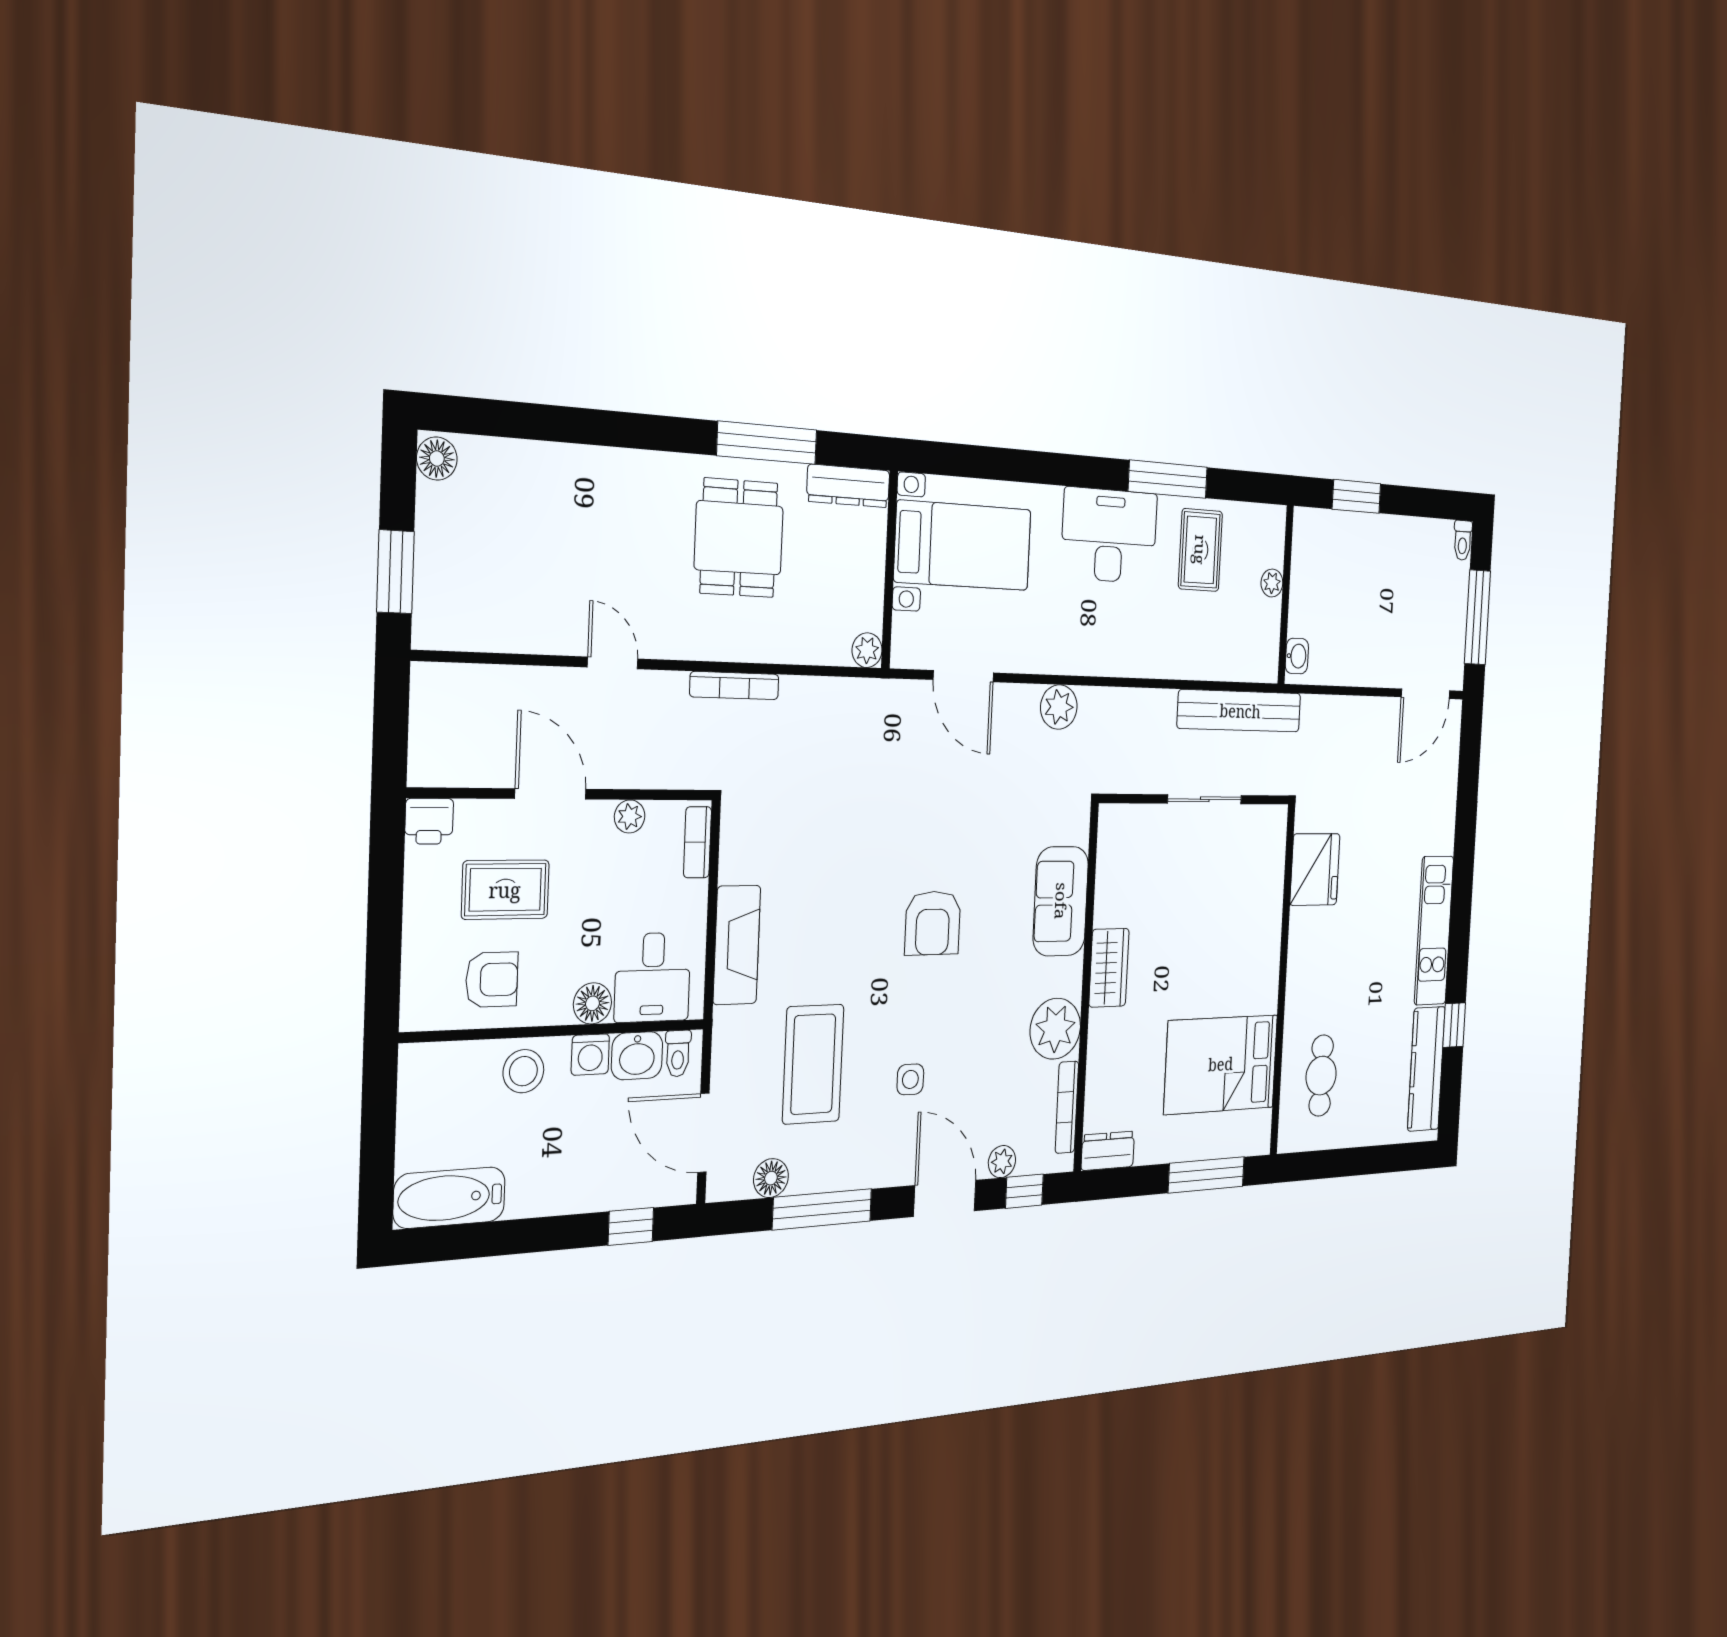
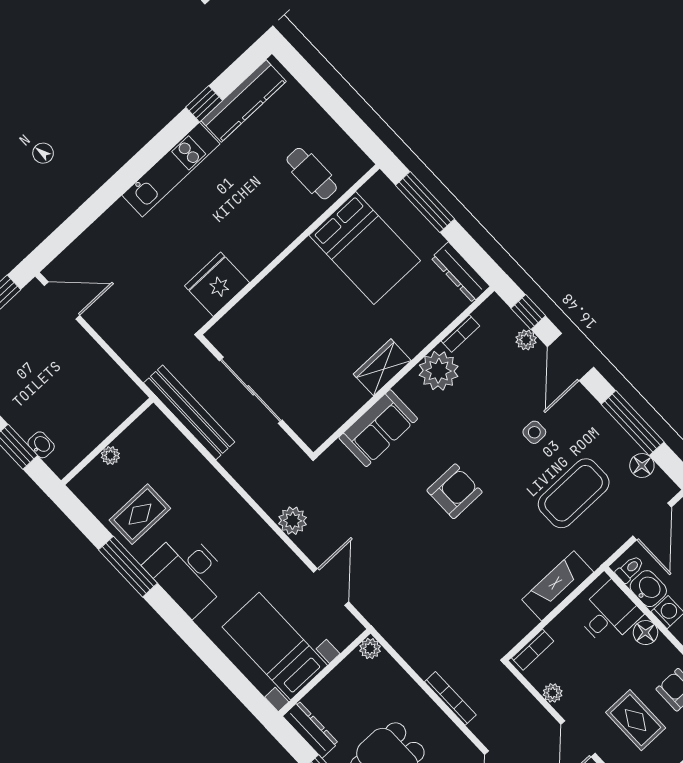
washbasin: (1297, 656) -> (41, 445), moved, turned 90
sliding door: (1205, 799) -> (251, 390), width x1.37
cafe table: (1321, 1076) -> (312, 174), turned 90
bookcase: (1067, 1107) -> (460, 333), width x0.64
dresser: (1108, 1151) -> (461, 272), width x1.44

